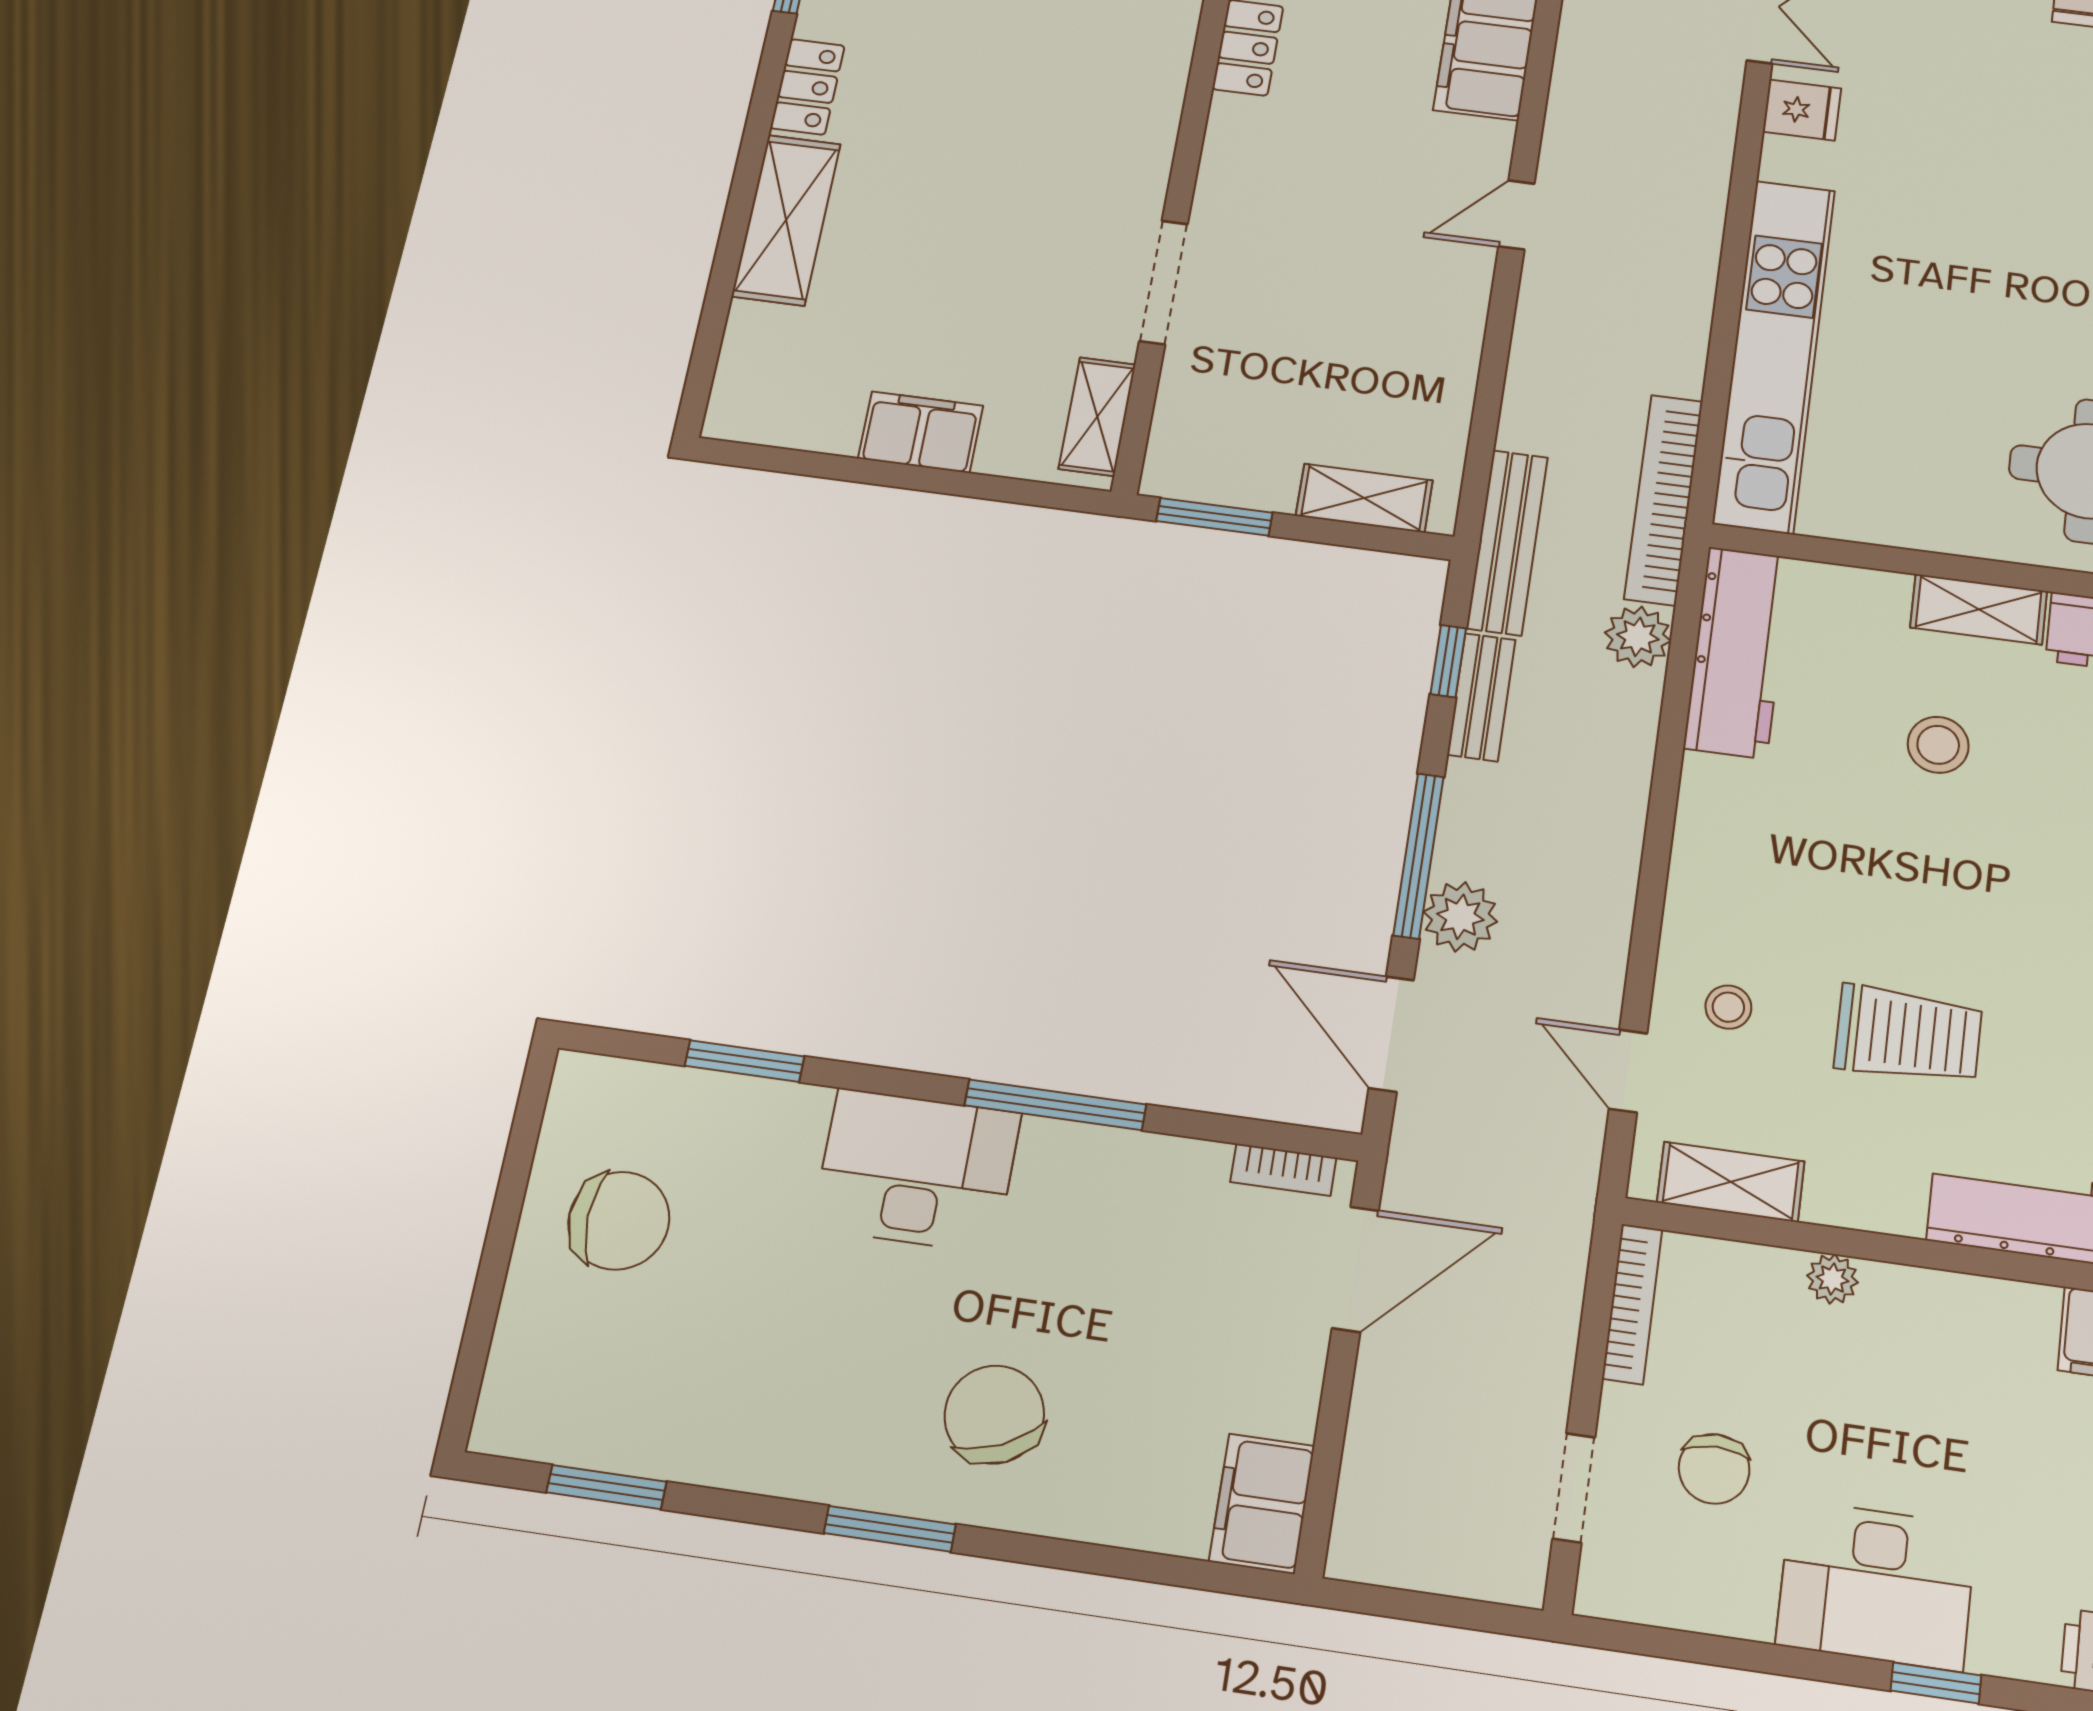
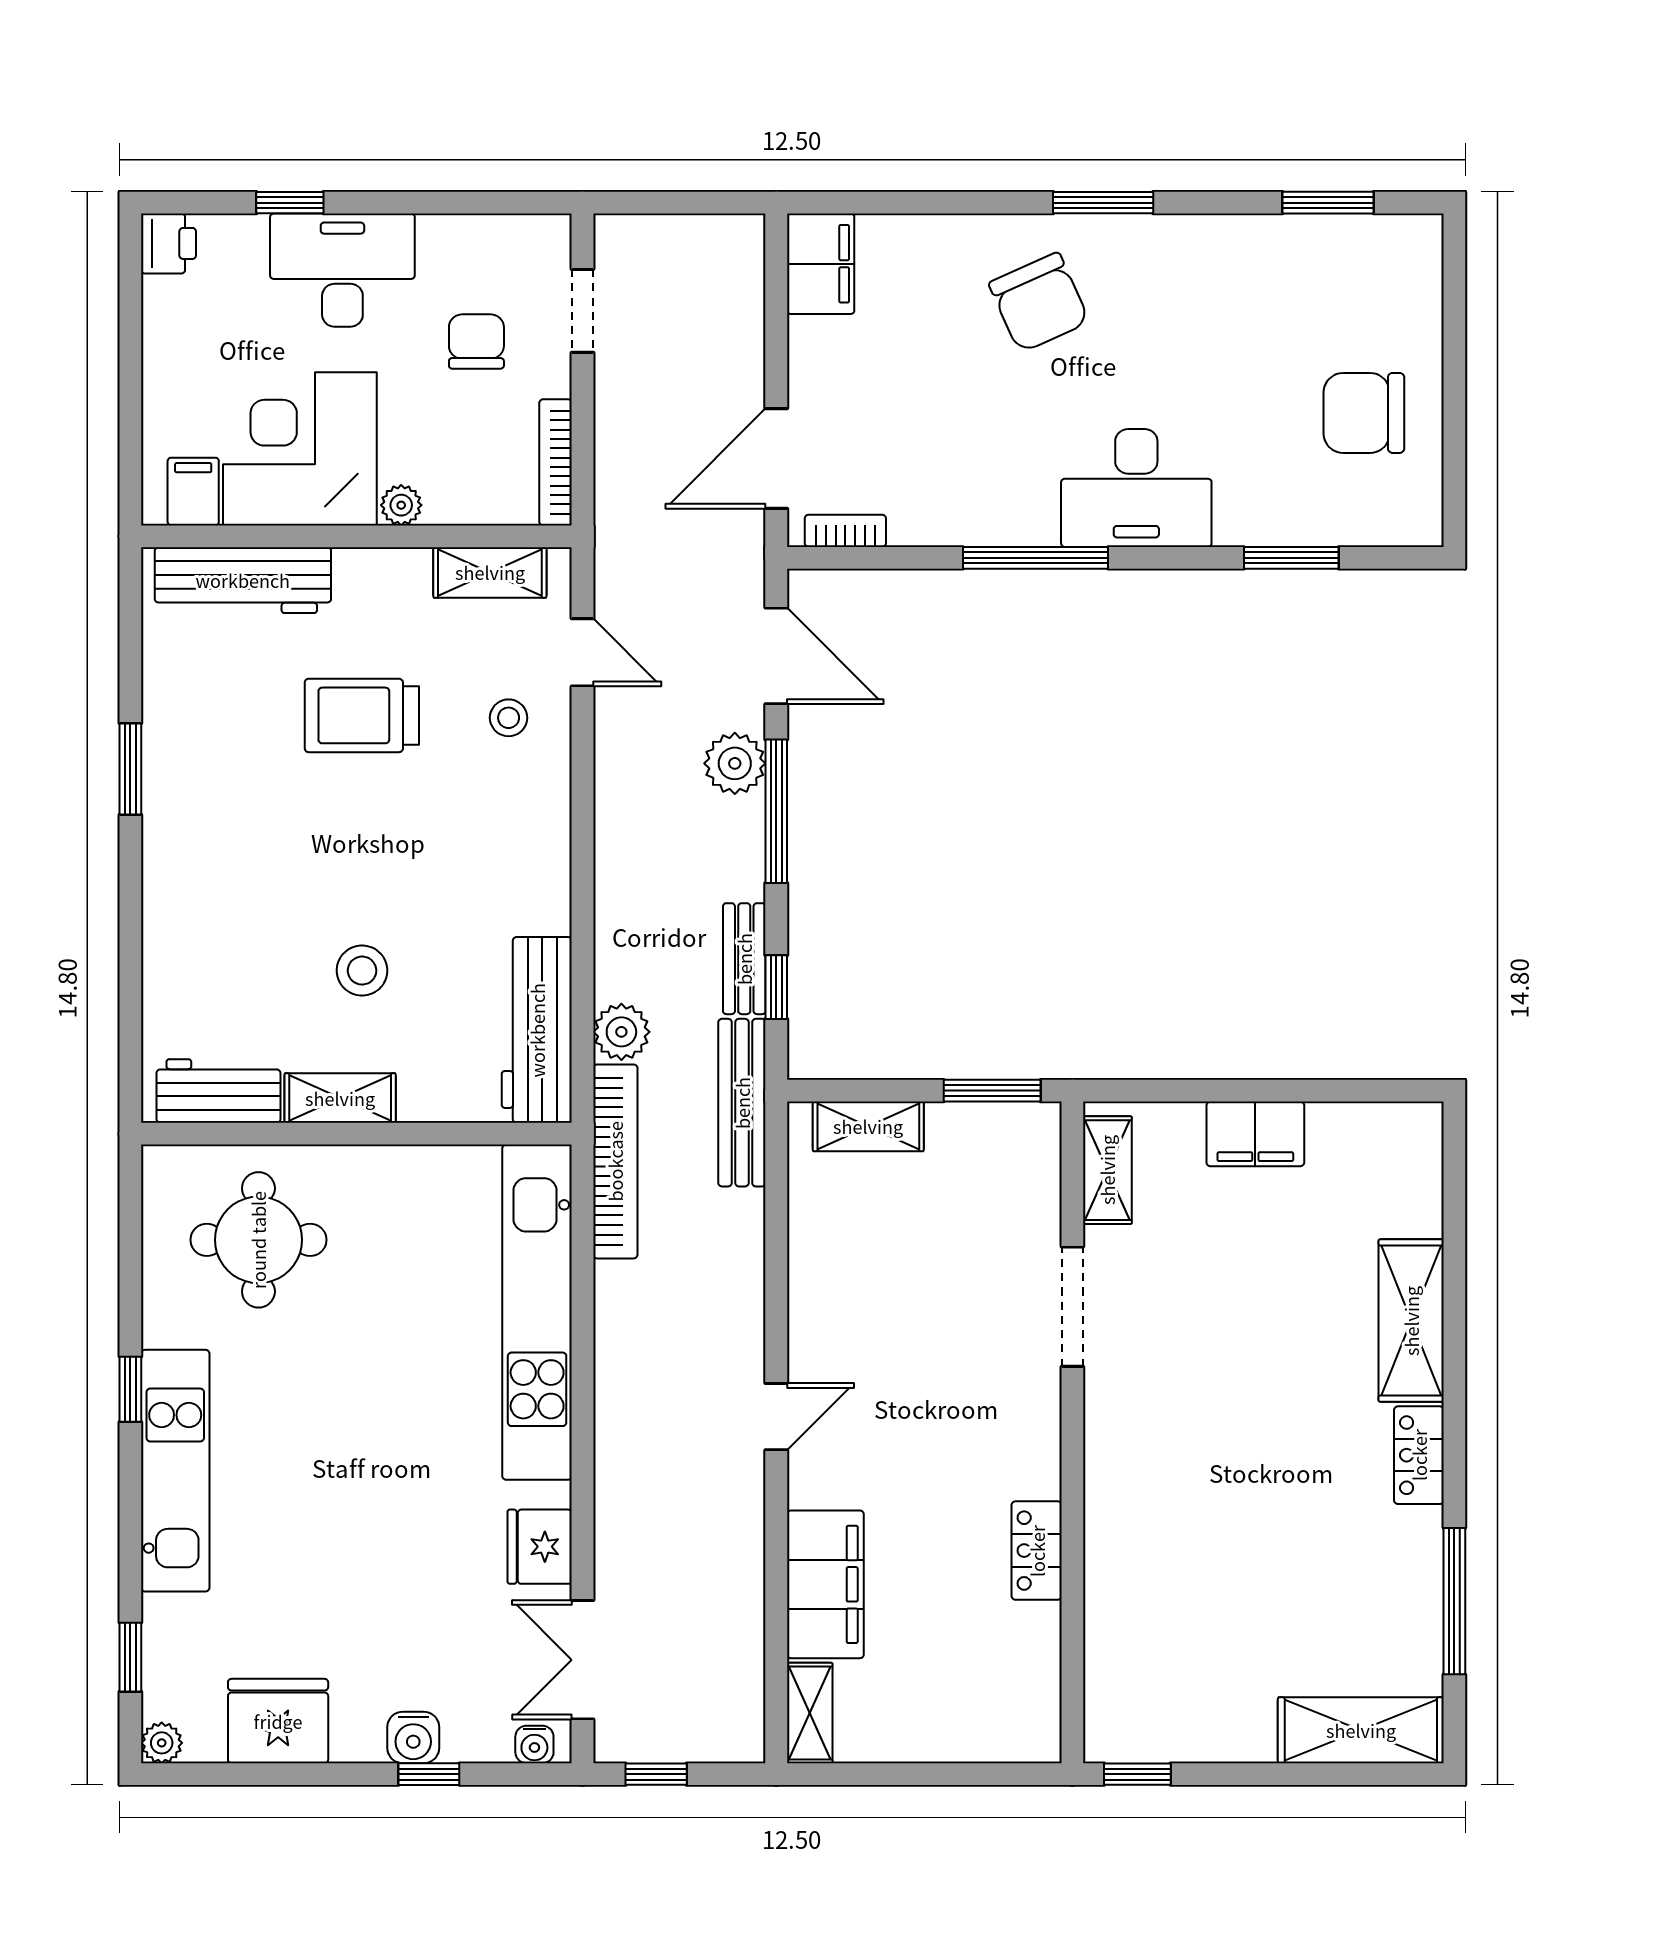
fridge: (1802, 110) -> (540, 1547), width x1.38
corner desk: (1953, 1367) -> (300, 449), added

